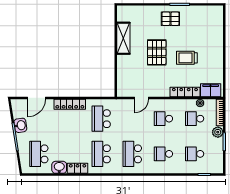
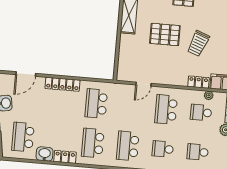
pallet: (157, 52) -> (165, 34), turned 90
trolley: (187, 58) -> (198, 43), turned -69
locker: (185, 92) -> (199, 82), width x0.66
school desk: (163, 119) -> (166, 109), width x1.85

